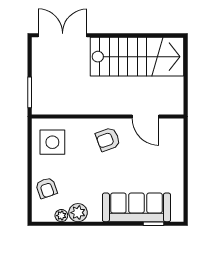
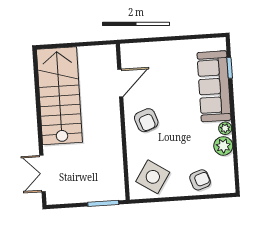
double door: (63, 35) -> (42, 173), width x0.73
side table: (52, 142) -> (153, 177), turned 33
plant: (61, 216) -> (225, 128), moved

